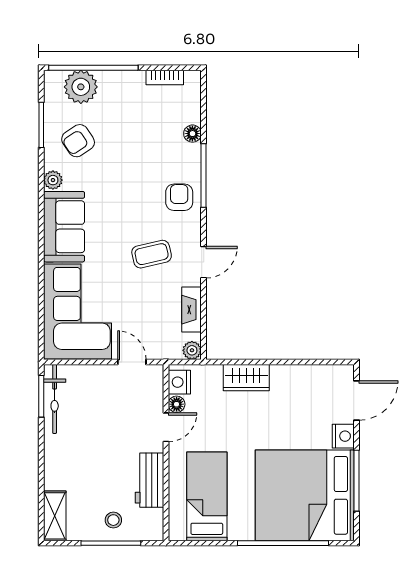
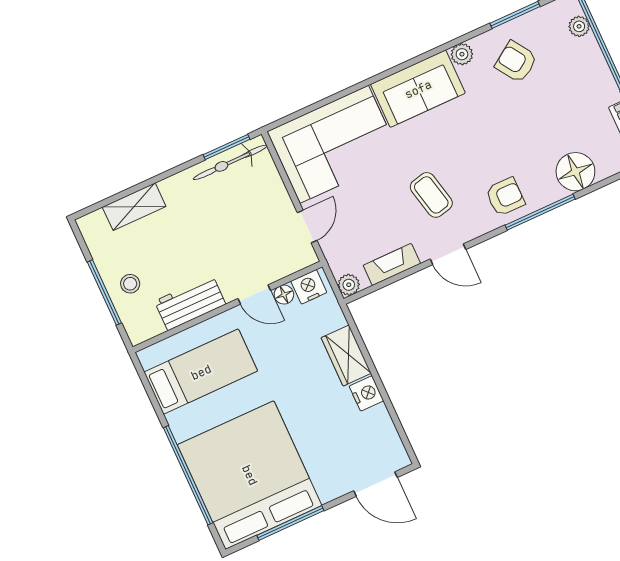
plant: (81, 87) -> (579, 26), width x0.53, depth x0.53
floor lamp: (192, 134) -> (575, 172), width x1.89, depth x1.89
nightstand: (343, 436) -> (366, 393), moved, turned -90
shelving: (55, 516) -> (134, 207), moved

